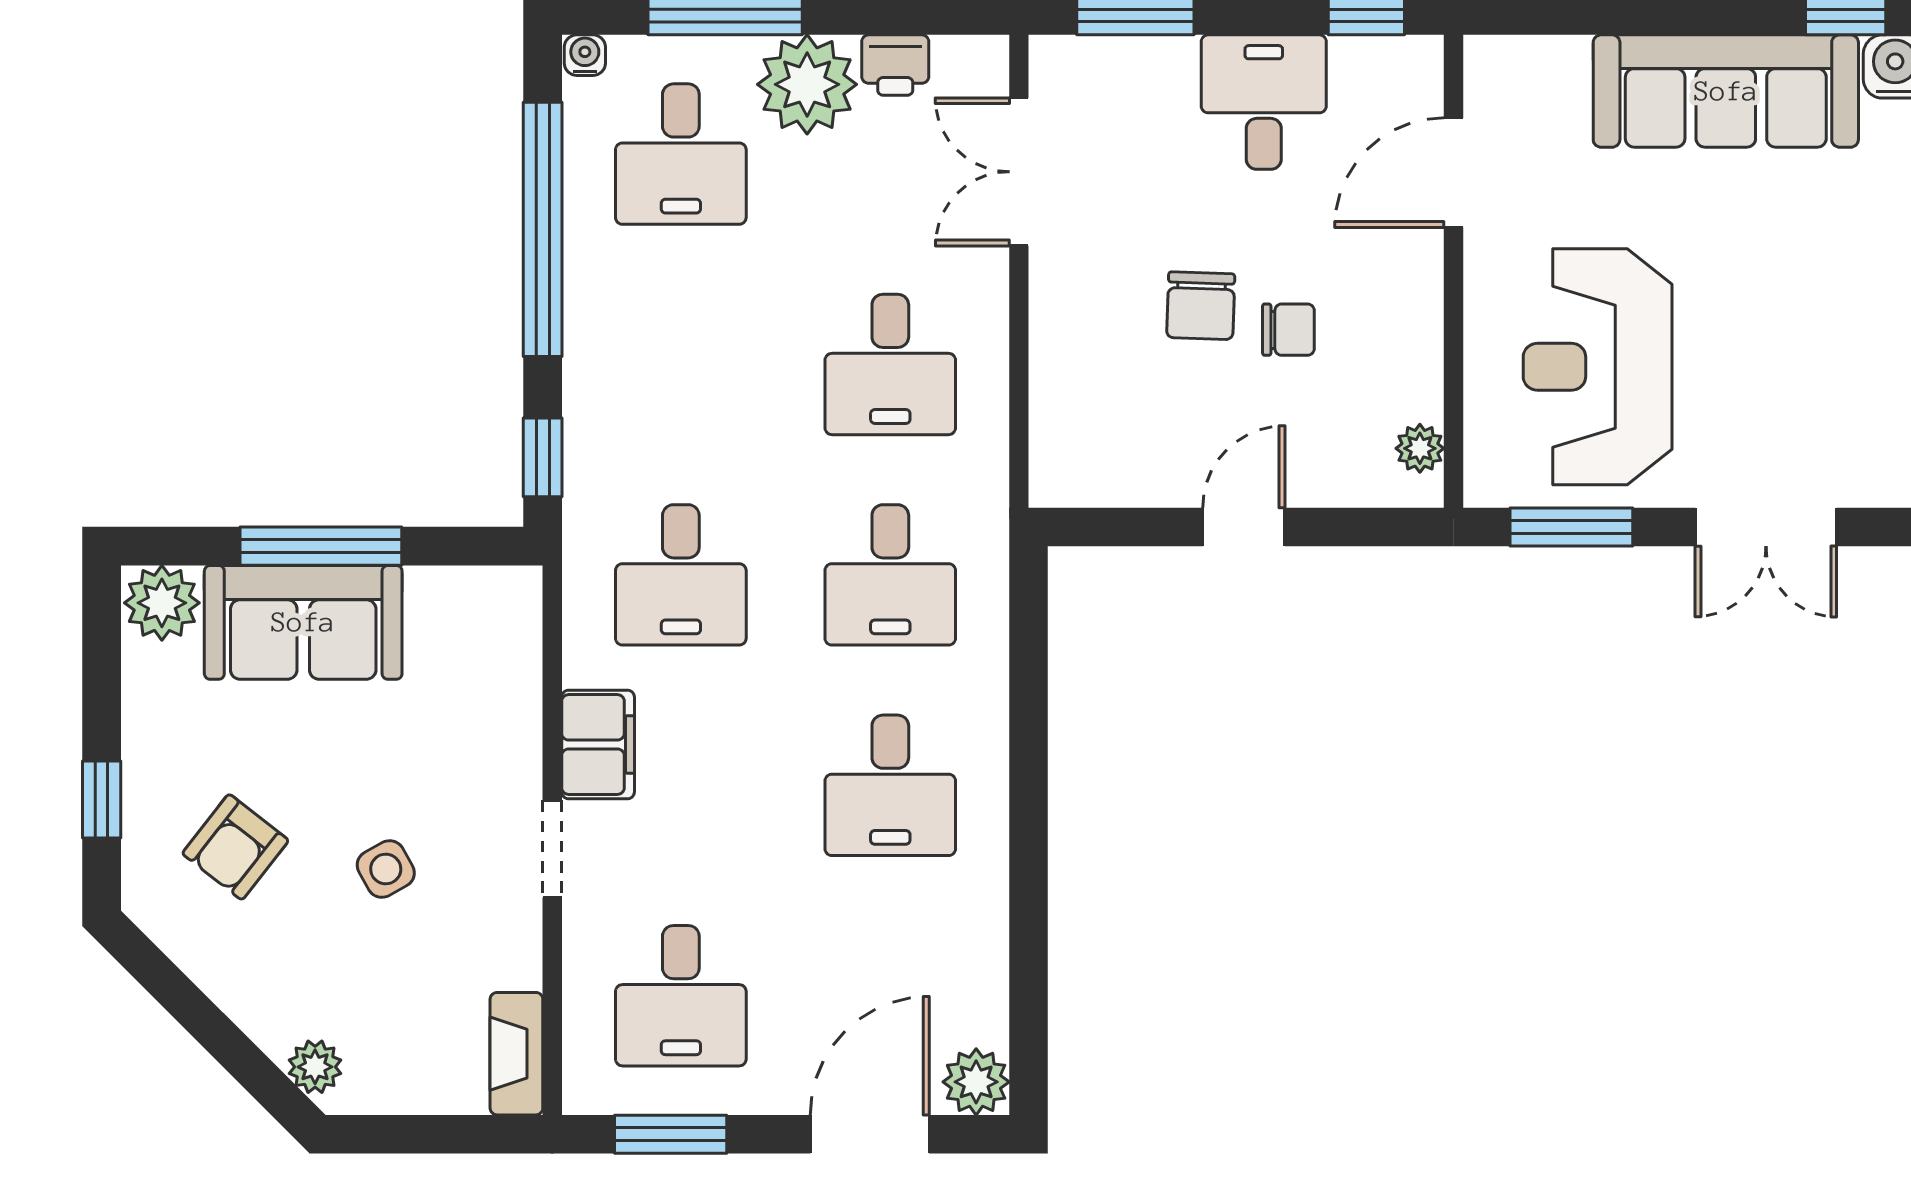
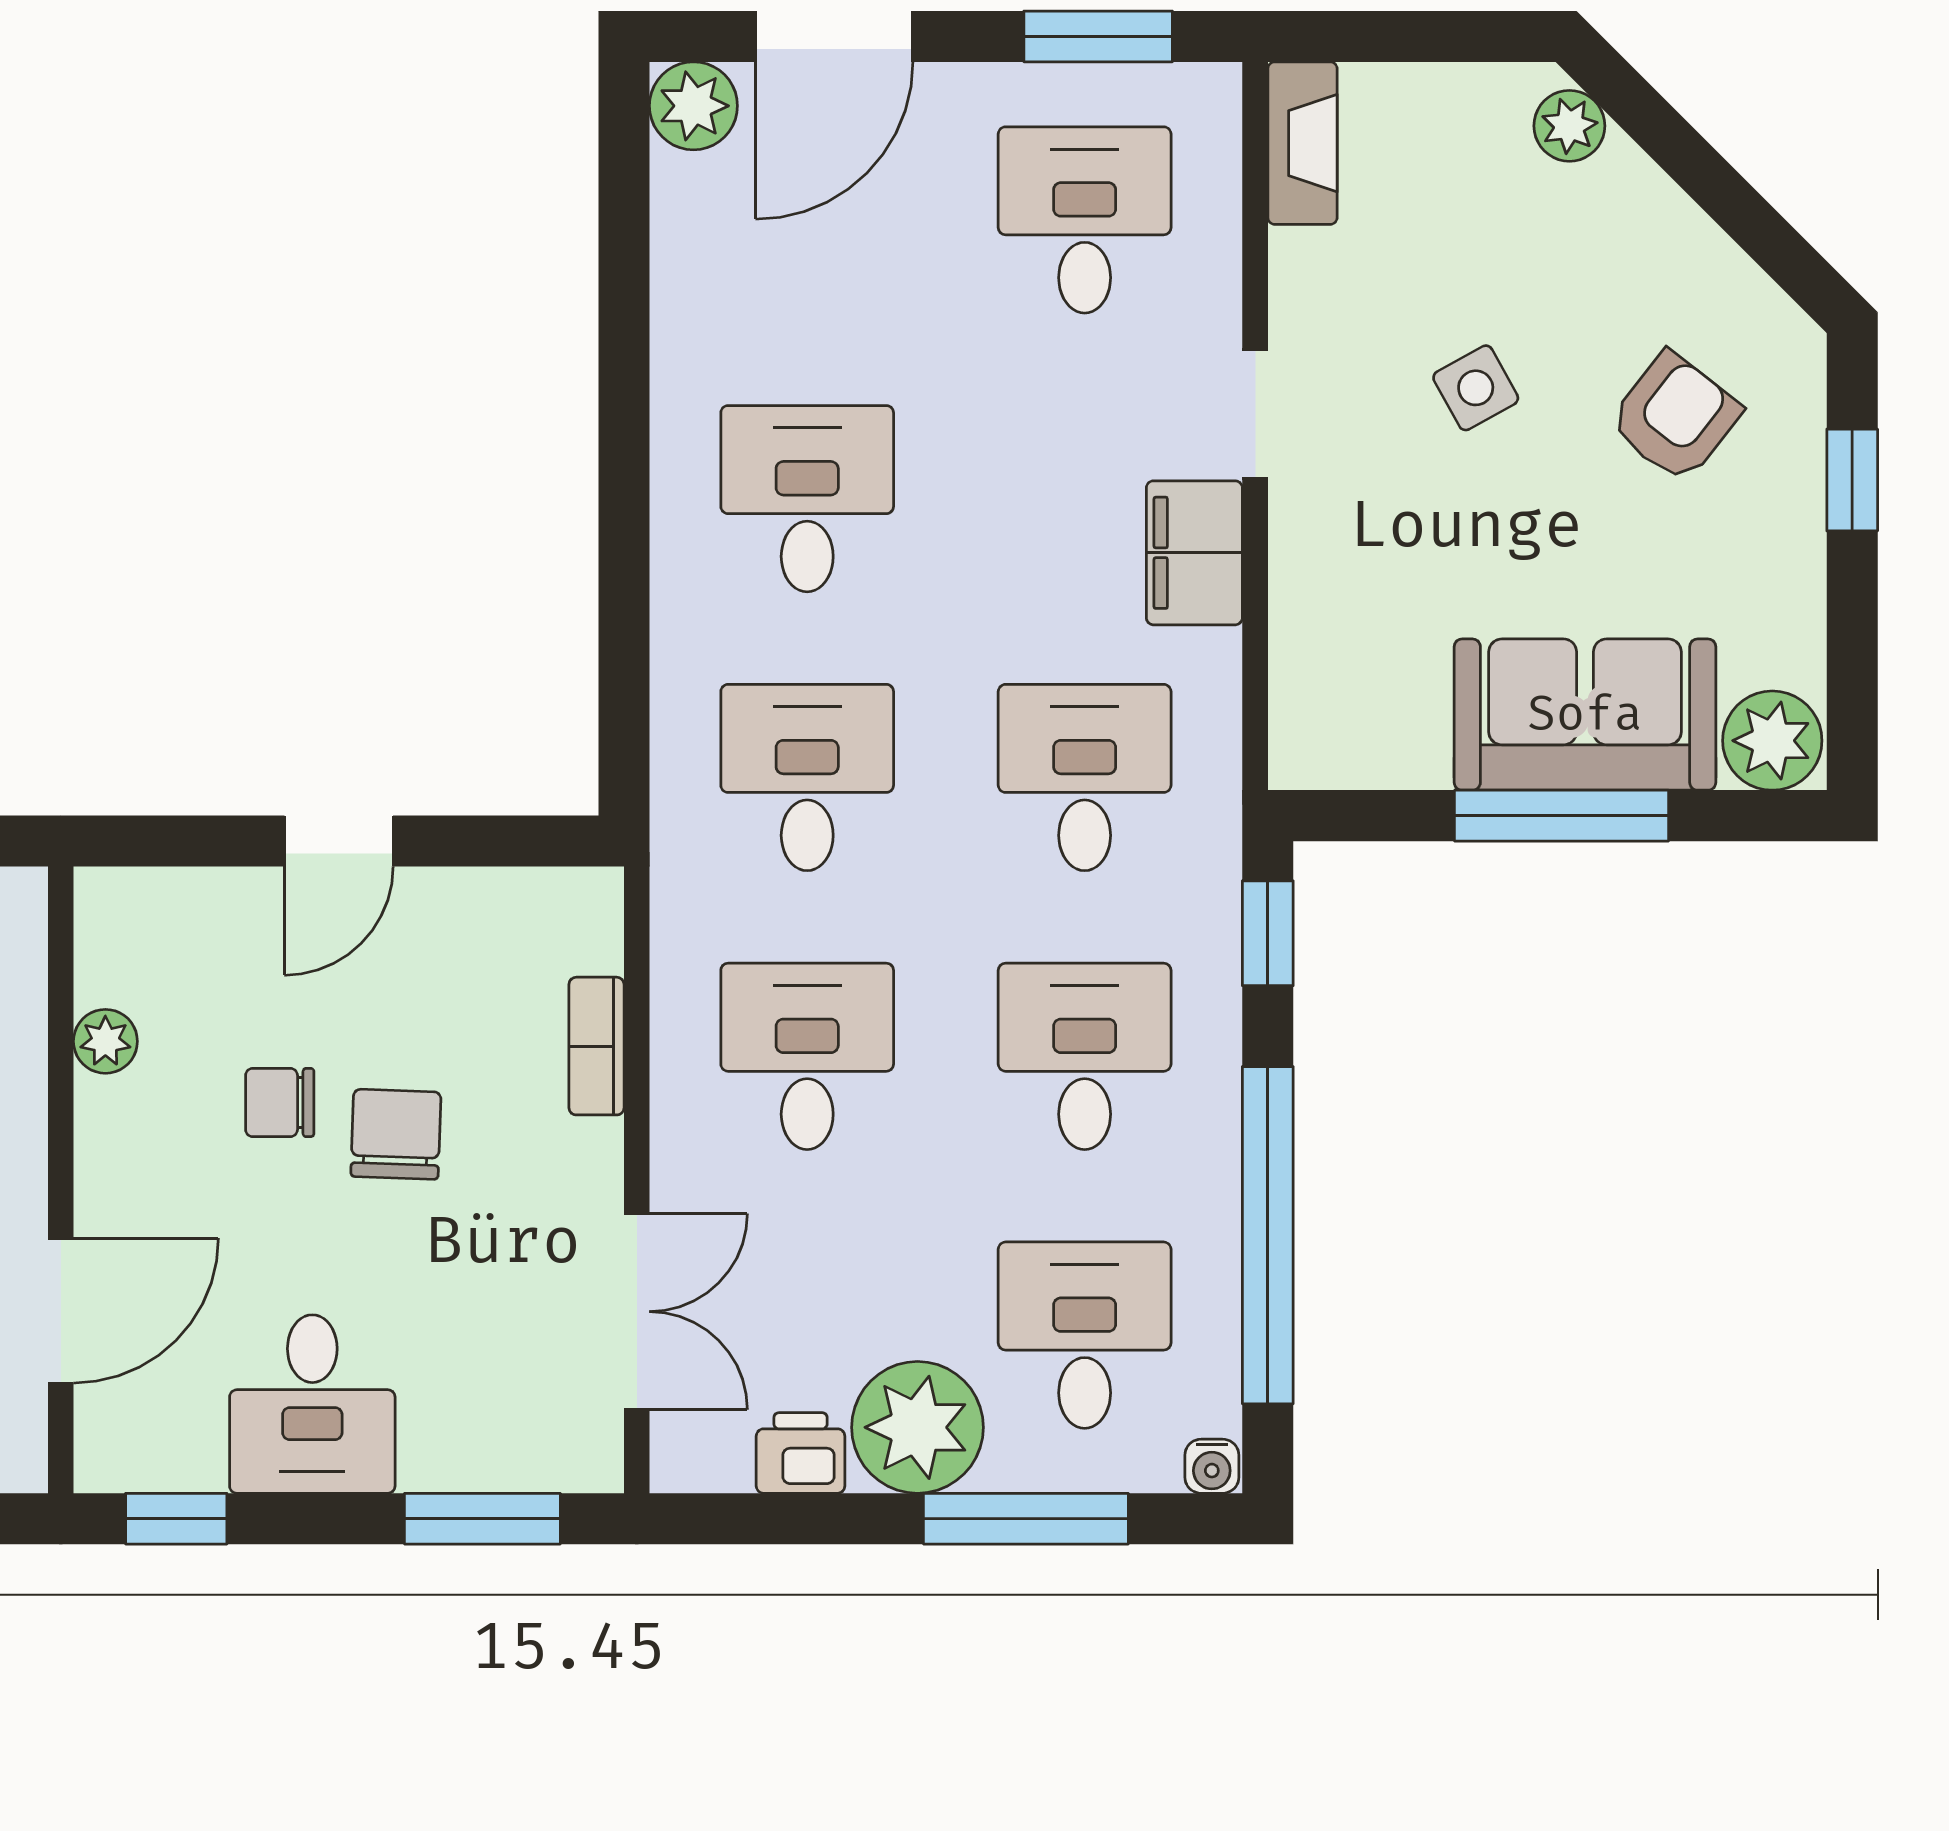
desk: (681, 364) -> (1085, 1056), added
bookcase: (1049, 372) -> (596, 1046), added
plant: (1420, 448) -> (105, 1041), moved

